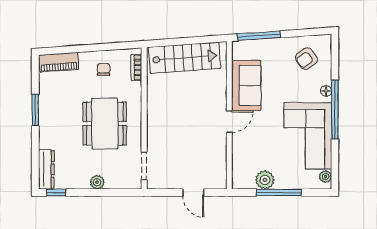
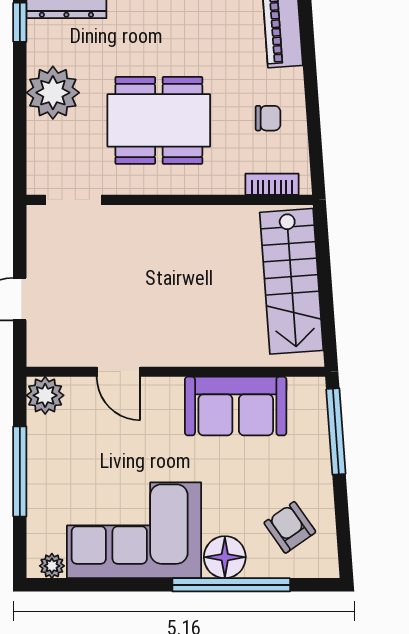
floor lamp: (326, 91) -> (225, 557), width x1.89, depth x1.89
window: (335, 110) -> (231, 585), moved
door: (229, 122) -> (119, 372), moved
plant: (265, 180) -> (45, 395), moved
plant: (97, 182) -> (53, 93), width x1.88, depth x1.88

